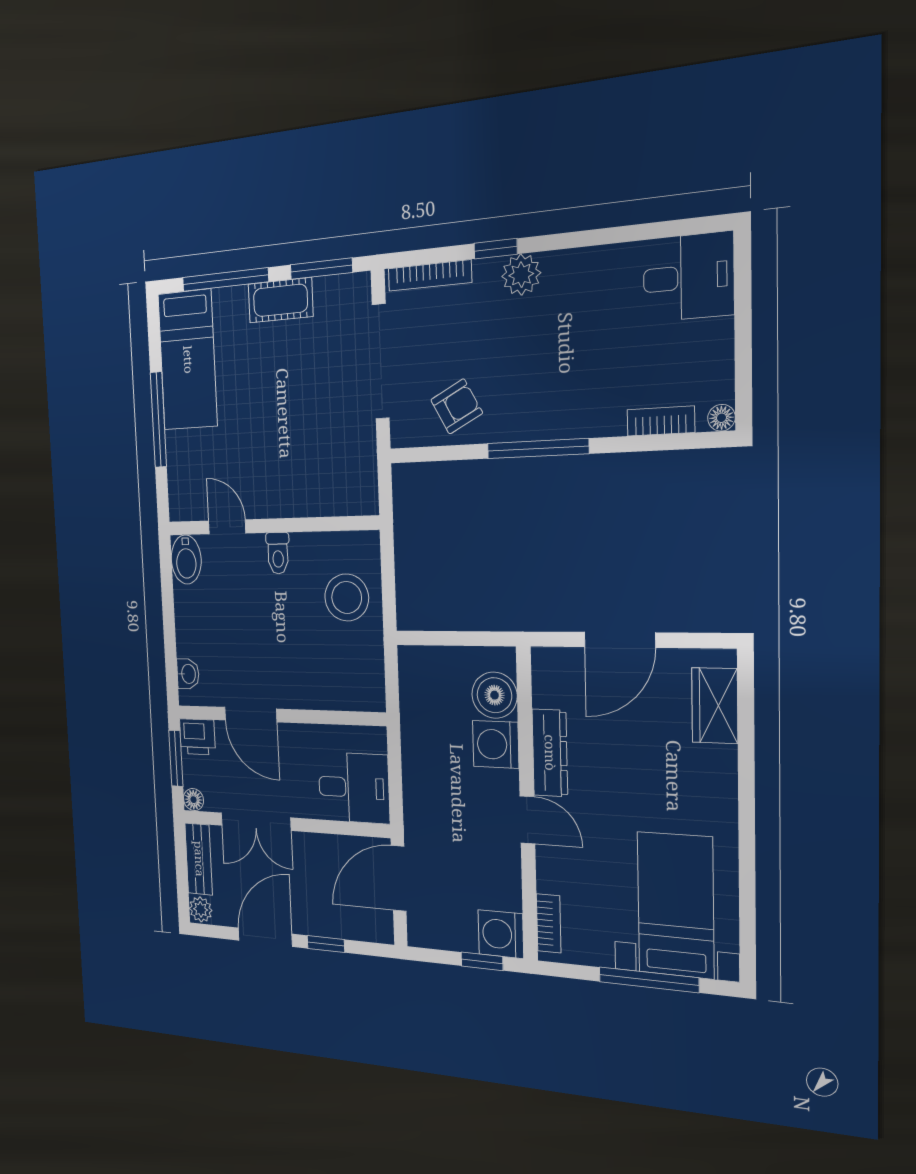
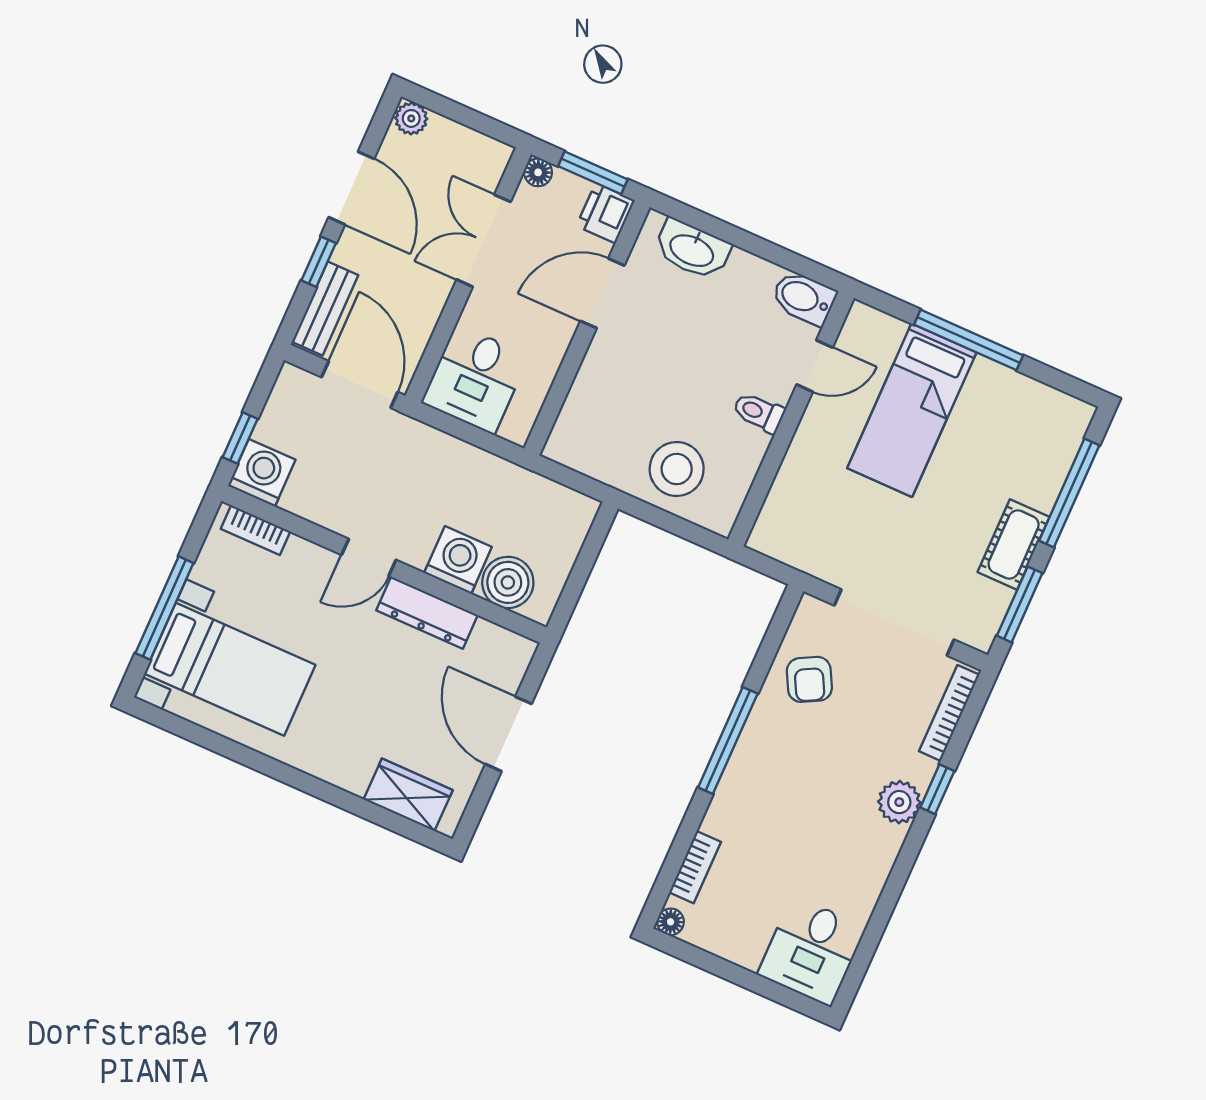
bed: (188, 360) -> (912, 410), moved, turned -90
washbasin: (188, 674) -> (692, 249), width x1.91, depth x1.45
bench: (199, 859) -> (325, 309), moved, turned 90

